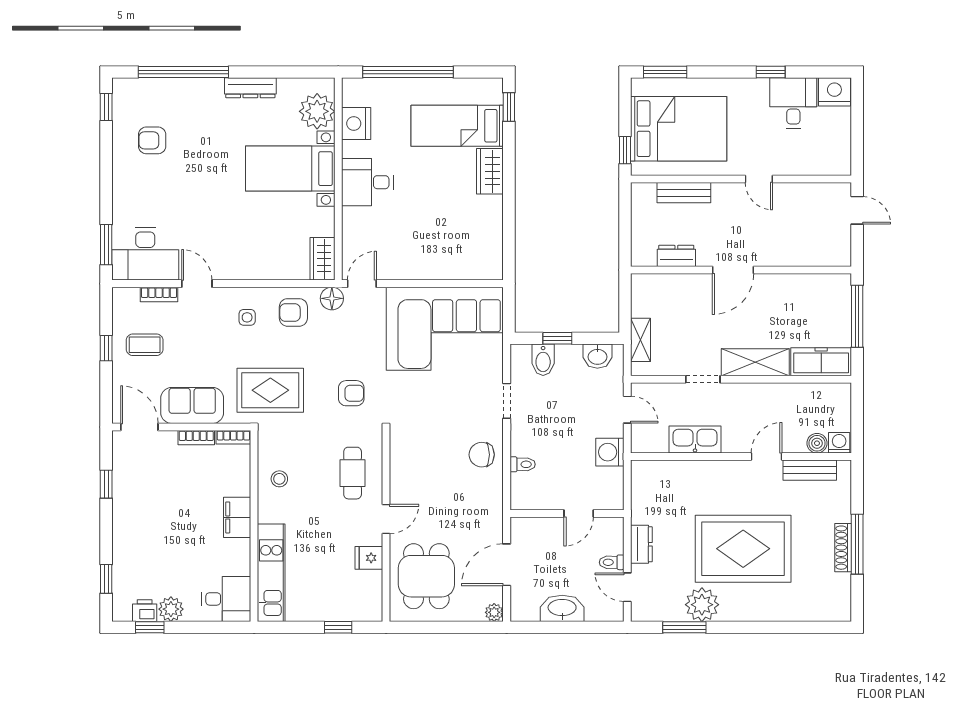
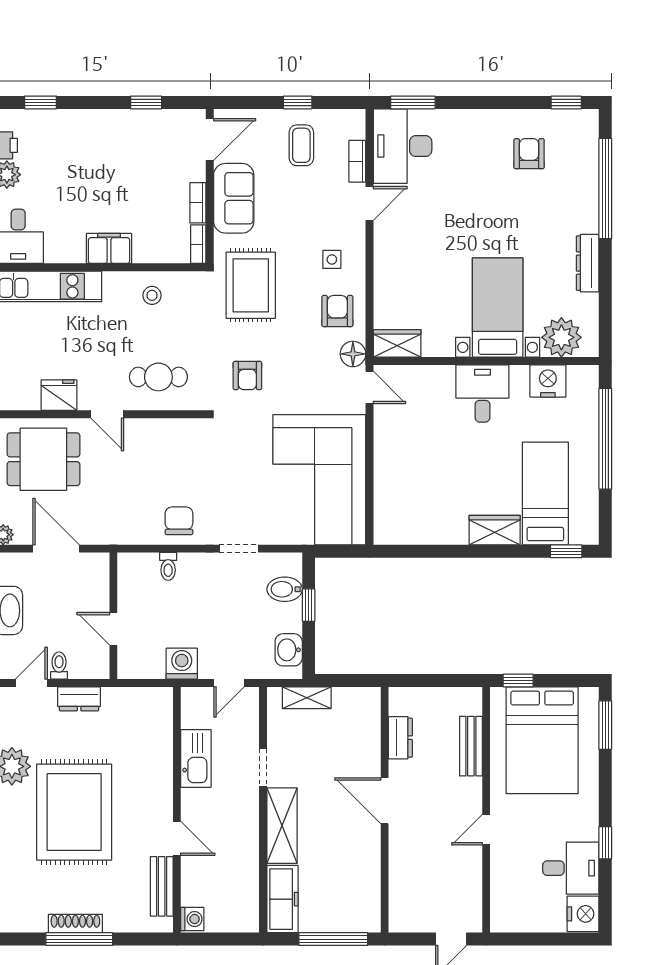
boiler: (817, 443) -> (192, 894), removed
fridge: (369, 558) -> (59, 395), width x1.38

